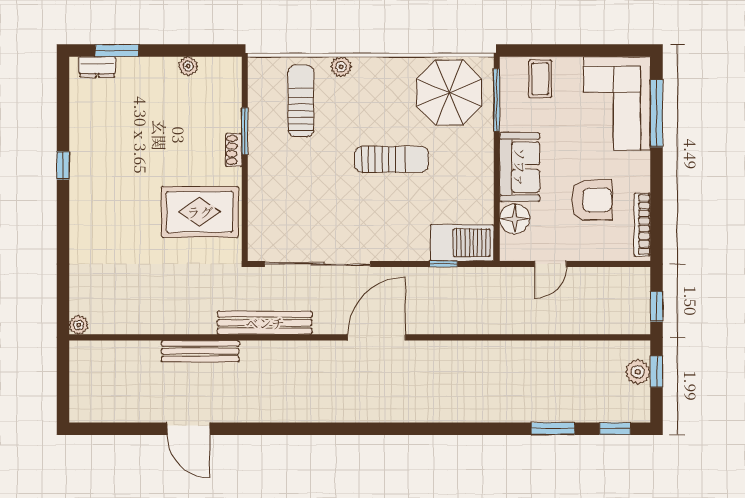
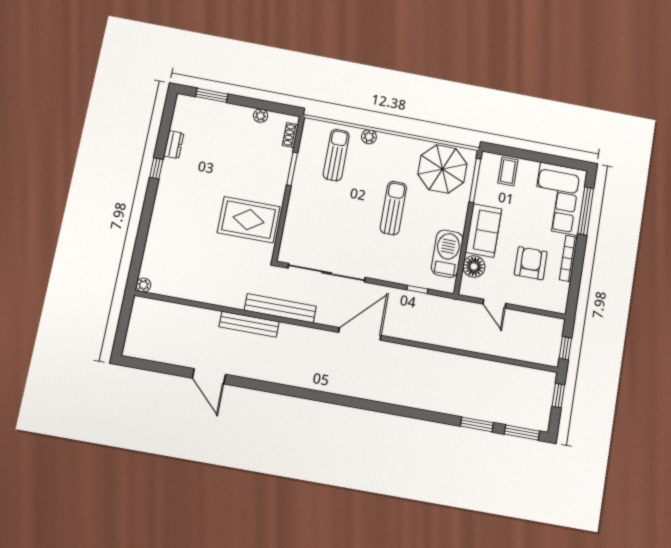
dresser: (97, 67) -> (174, 145), moved, turned -90
shoe rack: (234, 150) -> (290, 135), moved
sun lounger: (392, 159) -> (393, 208), turned -90
armchair: (592, 200) -> (531, 263), turned -90
bookcase: (642, 225) -> (568, 259), moved
barbecue: (462, 243) -> (447, 254), moved, turned -90
door: (550, 264) -> (494, 304), hinge flipped
bench: (200, 351) -> (249, 324), moved
plant: (638, 372) -> (545, 394), removed
window: (615, 429) -> (522, 433), width x1.50

